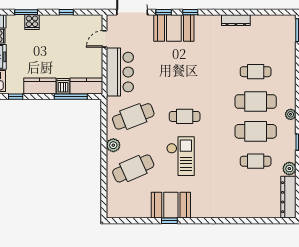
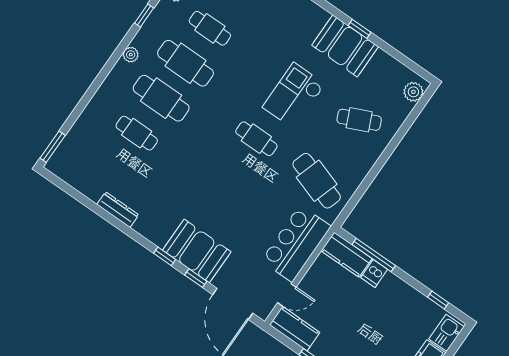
kitchen counter: (40, 86) -> (295, 329), moved, turned 180
cafe table: (133, 116) -> (317, 181), turned 39
plant: (113, 145) -> (413, 92), moved
cafe table: (133, 168) -> (359, 120), width x0.73, depth x0.74

